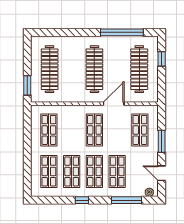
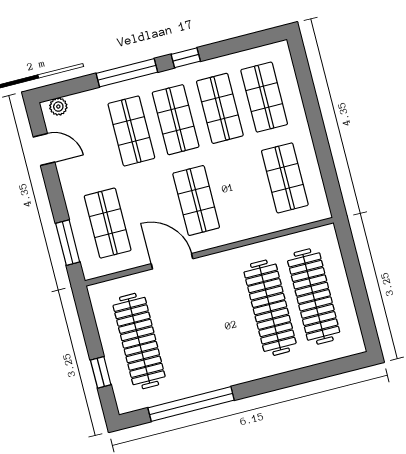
clothes rail: (94, 69) -> (270, 308), moved
window: (27, 85) -> (349, 254), removed
door: (114, 104) -> (172, 261), swing flipped
window: (162, 141) -> (68, 243), moved
window: (126, 200) -> (127, 73), moved

